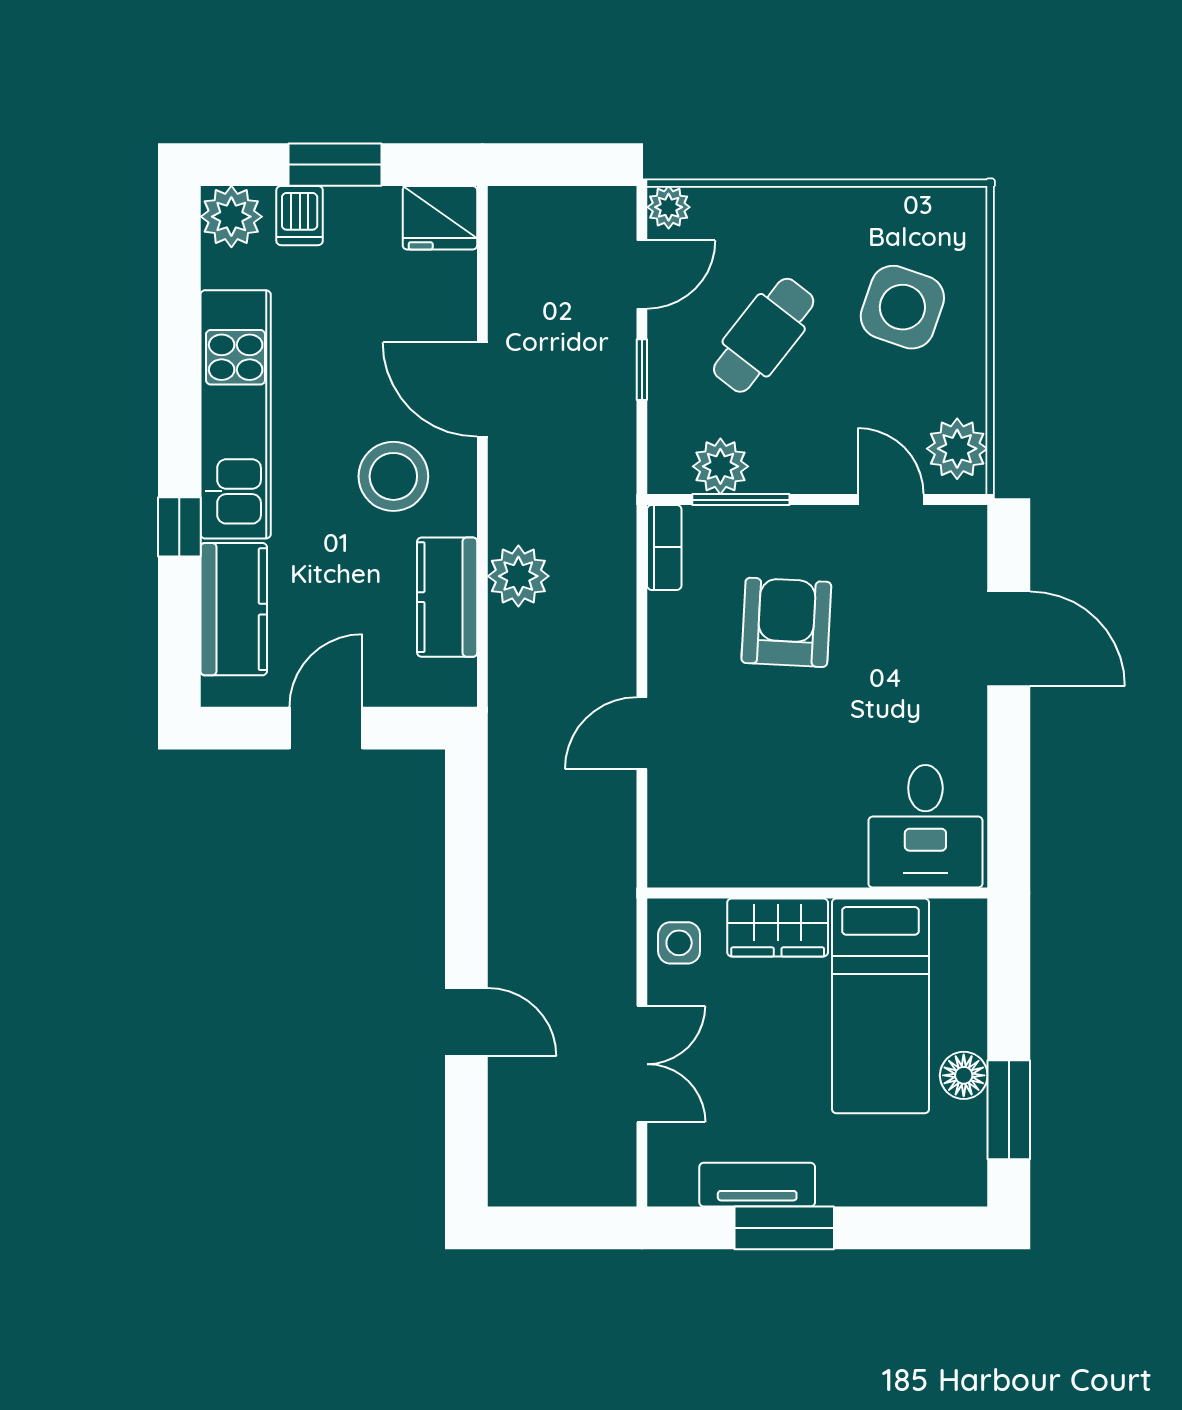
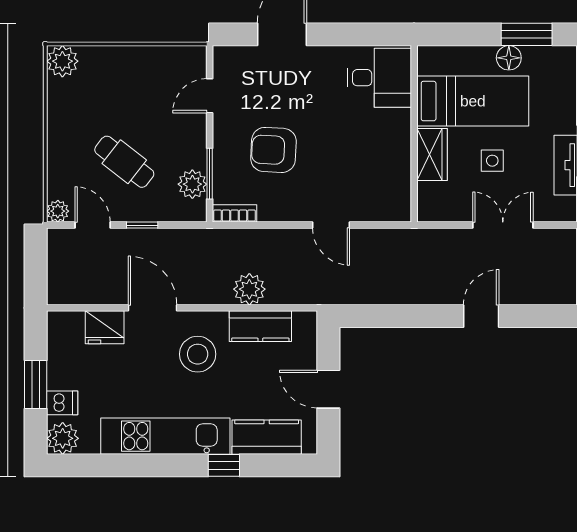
fridge: (440, 218) -> (105, 327), moved, turned 90
side table: (902, 307) -> (110, 90), removed
door: (482, 390) -> (152, 308), swing flipped
plant: (957, 449) -> (62, 61), moved
side table: (679, 943) -> (492, 161), moved

